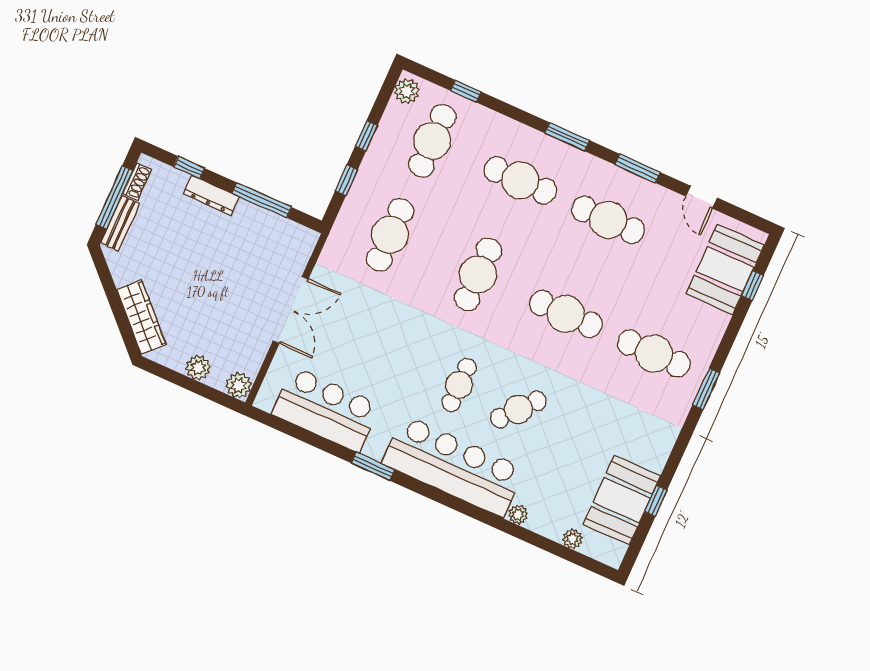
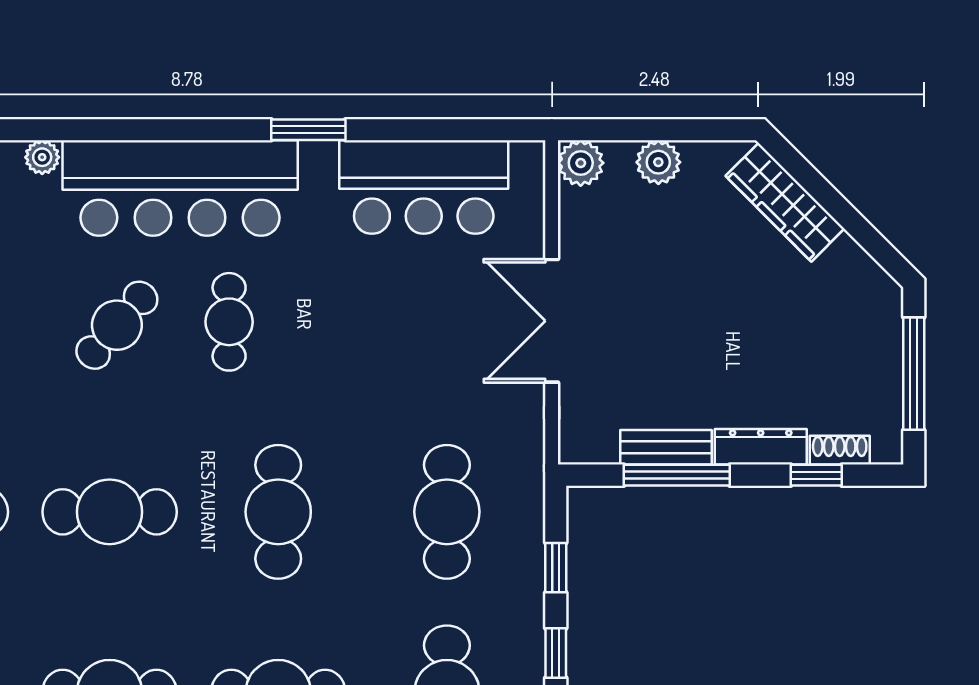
shoe rack: (137, 182) -> (840, 450), moved, turned 90
bench: (120, 223) -> (666, 447), moved, turned 90

